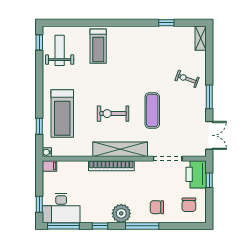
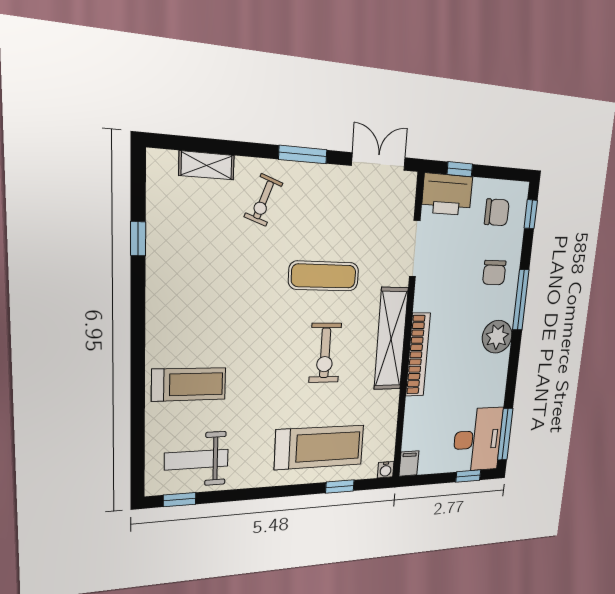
shelving: (201, 38) -> (207, 165), moved
window: (100, 226) -> (531, 214), moved

